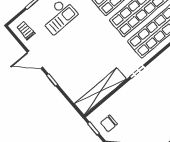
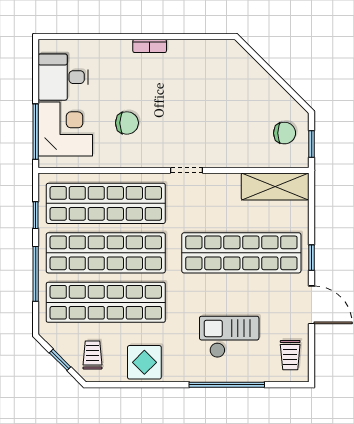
shop shelf: (84, 56) -> (241, 253), added
shelving: (100, 91) -> (275, 186), width x0.68

